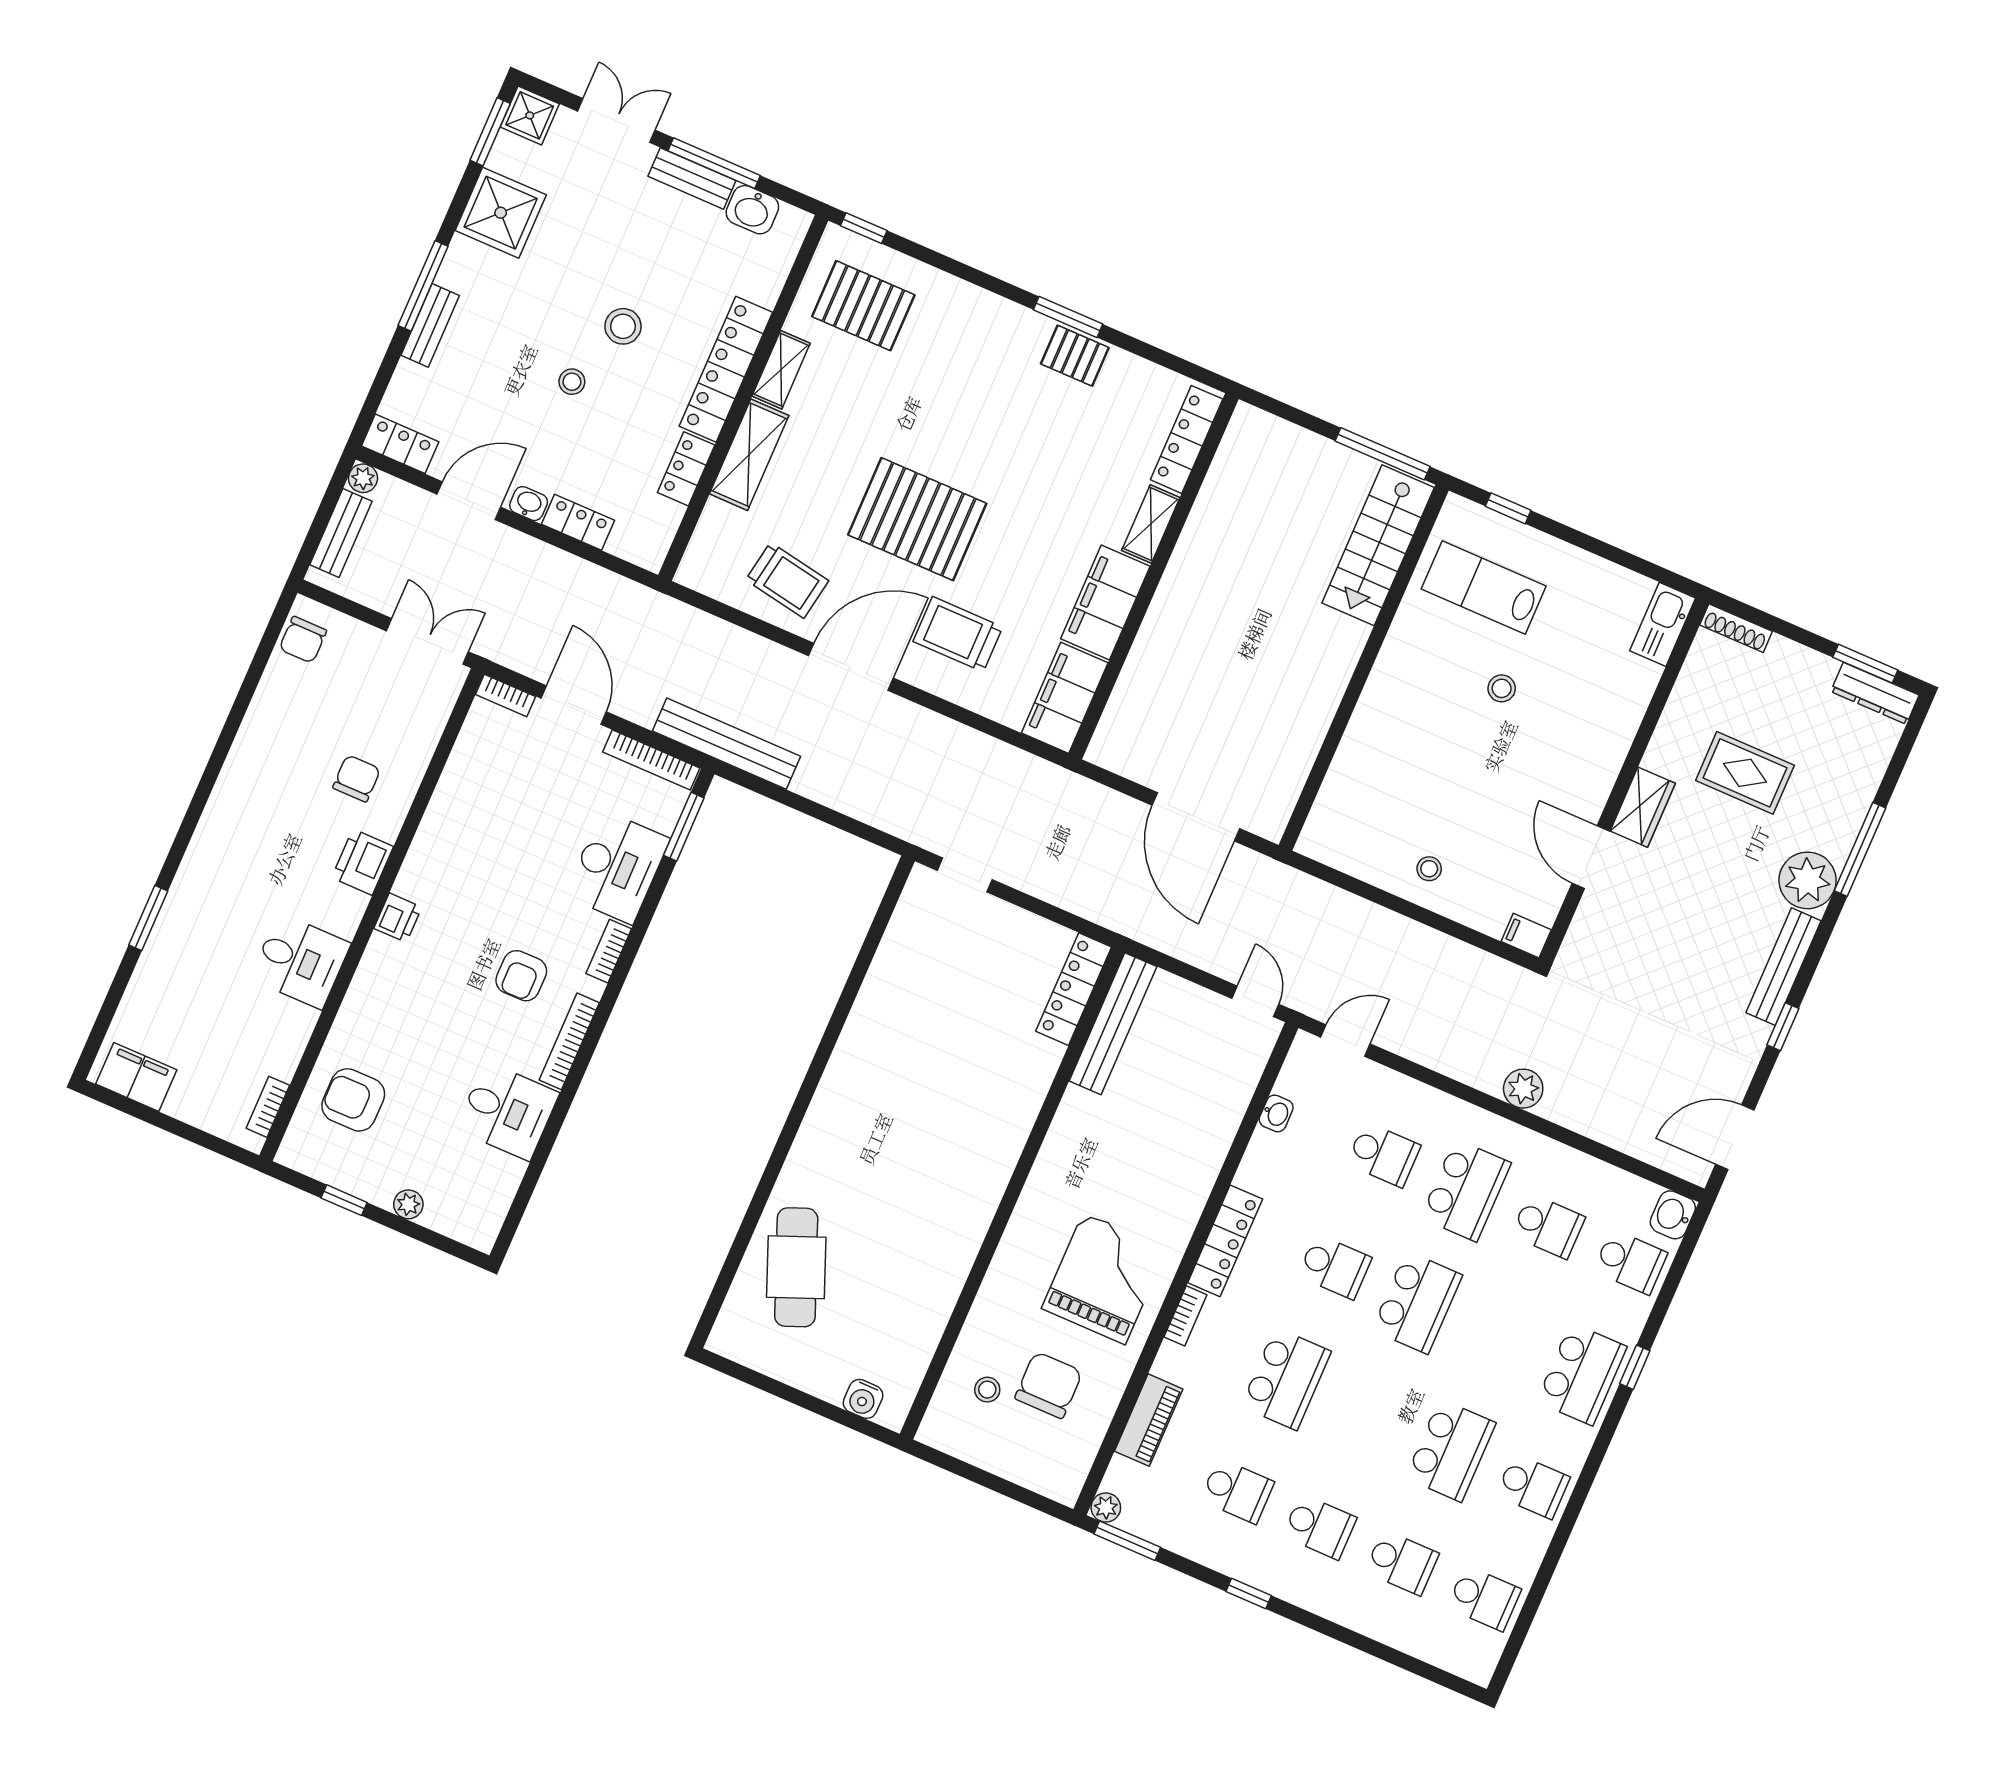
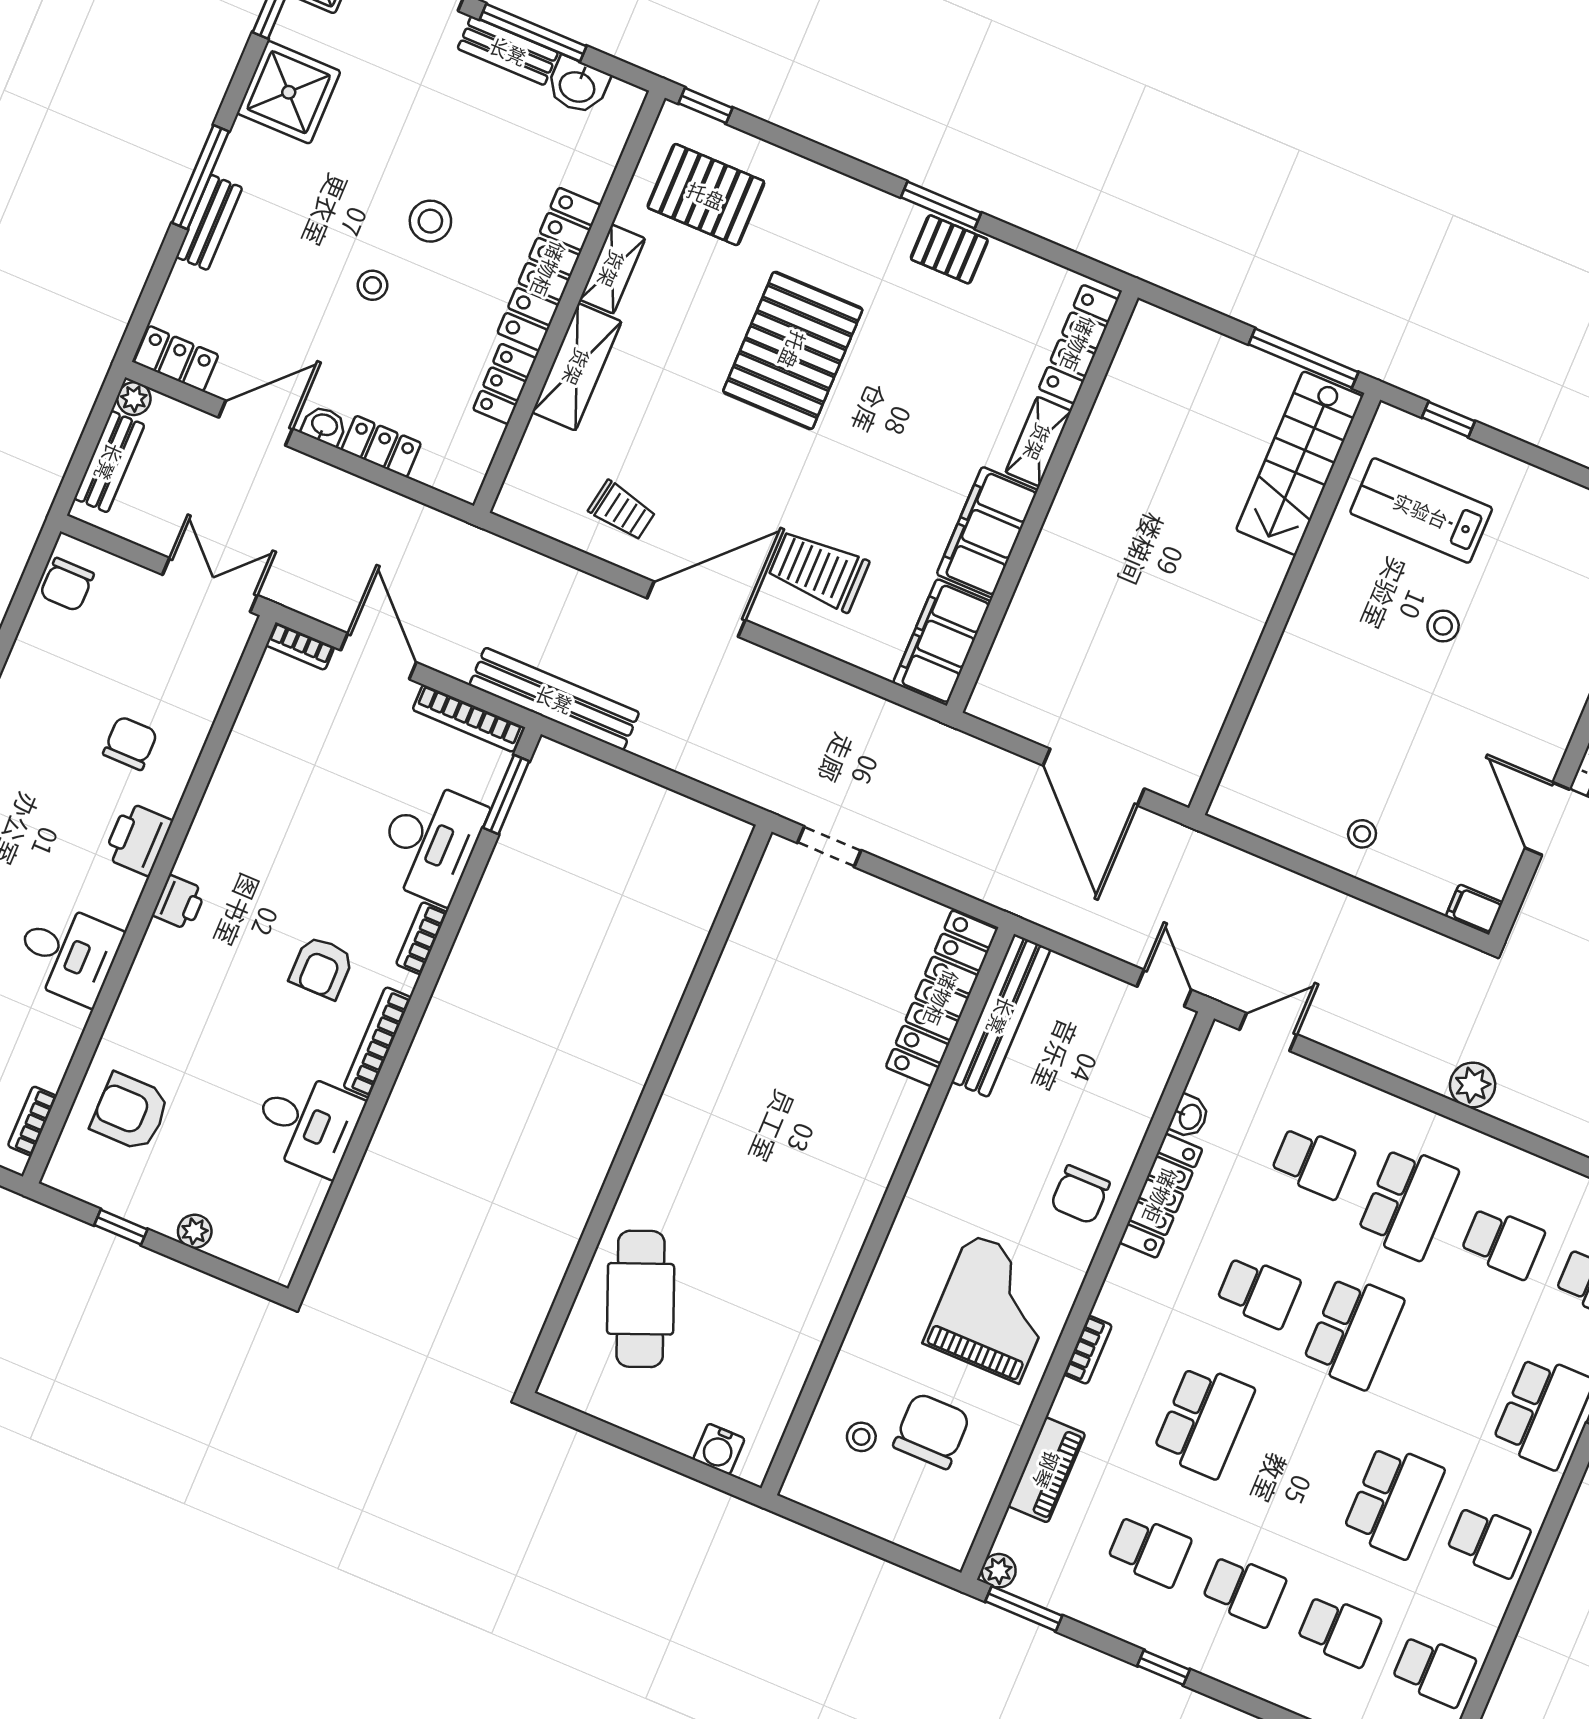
pallet: (917, 519) -> (793, 350), moved, turned 90
trolley: (787, 580) -> (622, 511), width x0.73, depth x0.72
locker: (1074, 989) -> (942, 998), width x1.41, depth x1.21
chair: (1180, 1181) -> (1080, 1195), added
locker: (1225, 1241) -> (1161, 1196), moved

